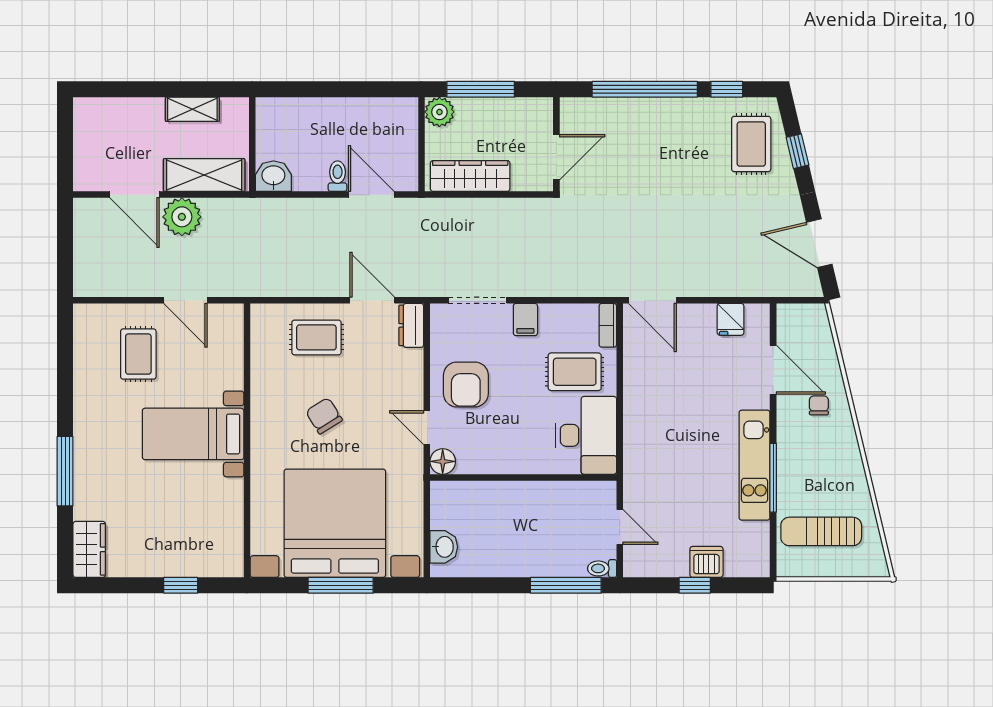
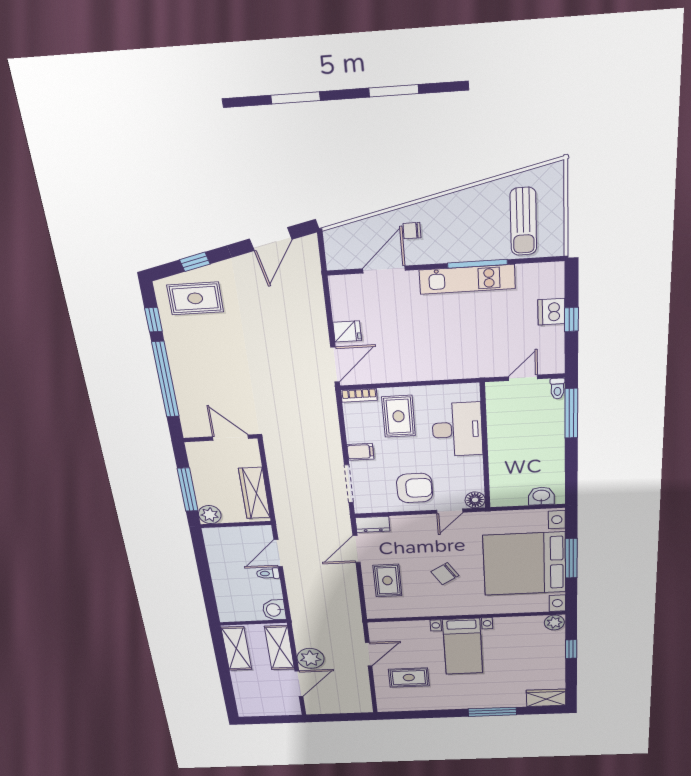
shelving: (192, 109) -> (236, 649), width x1.50, depth x1.33
fridge: (731, 319) -> (347, 331), moved
desk: (586, 435) -> (457, 430), moved, turned 90
plant: (230, 562) -> (554, 623), added

